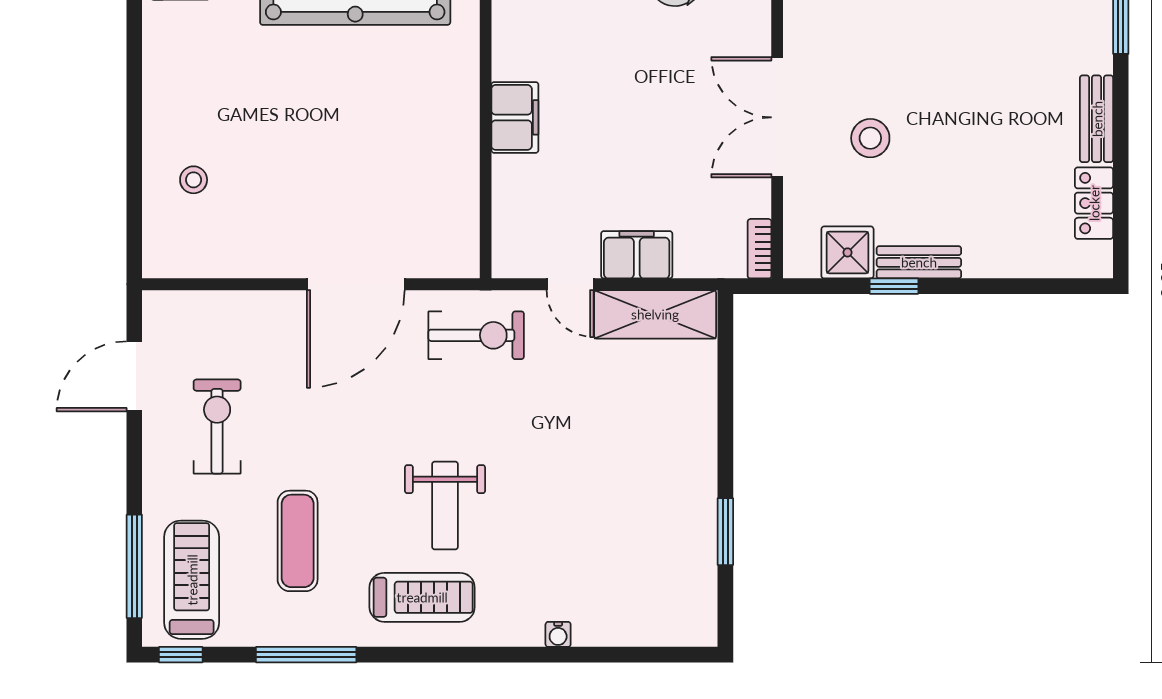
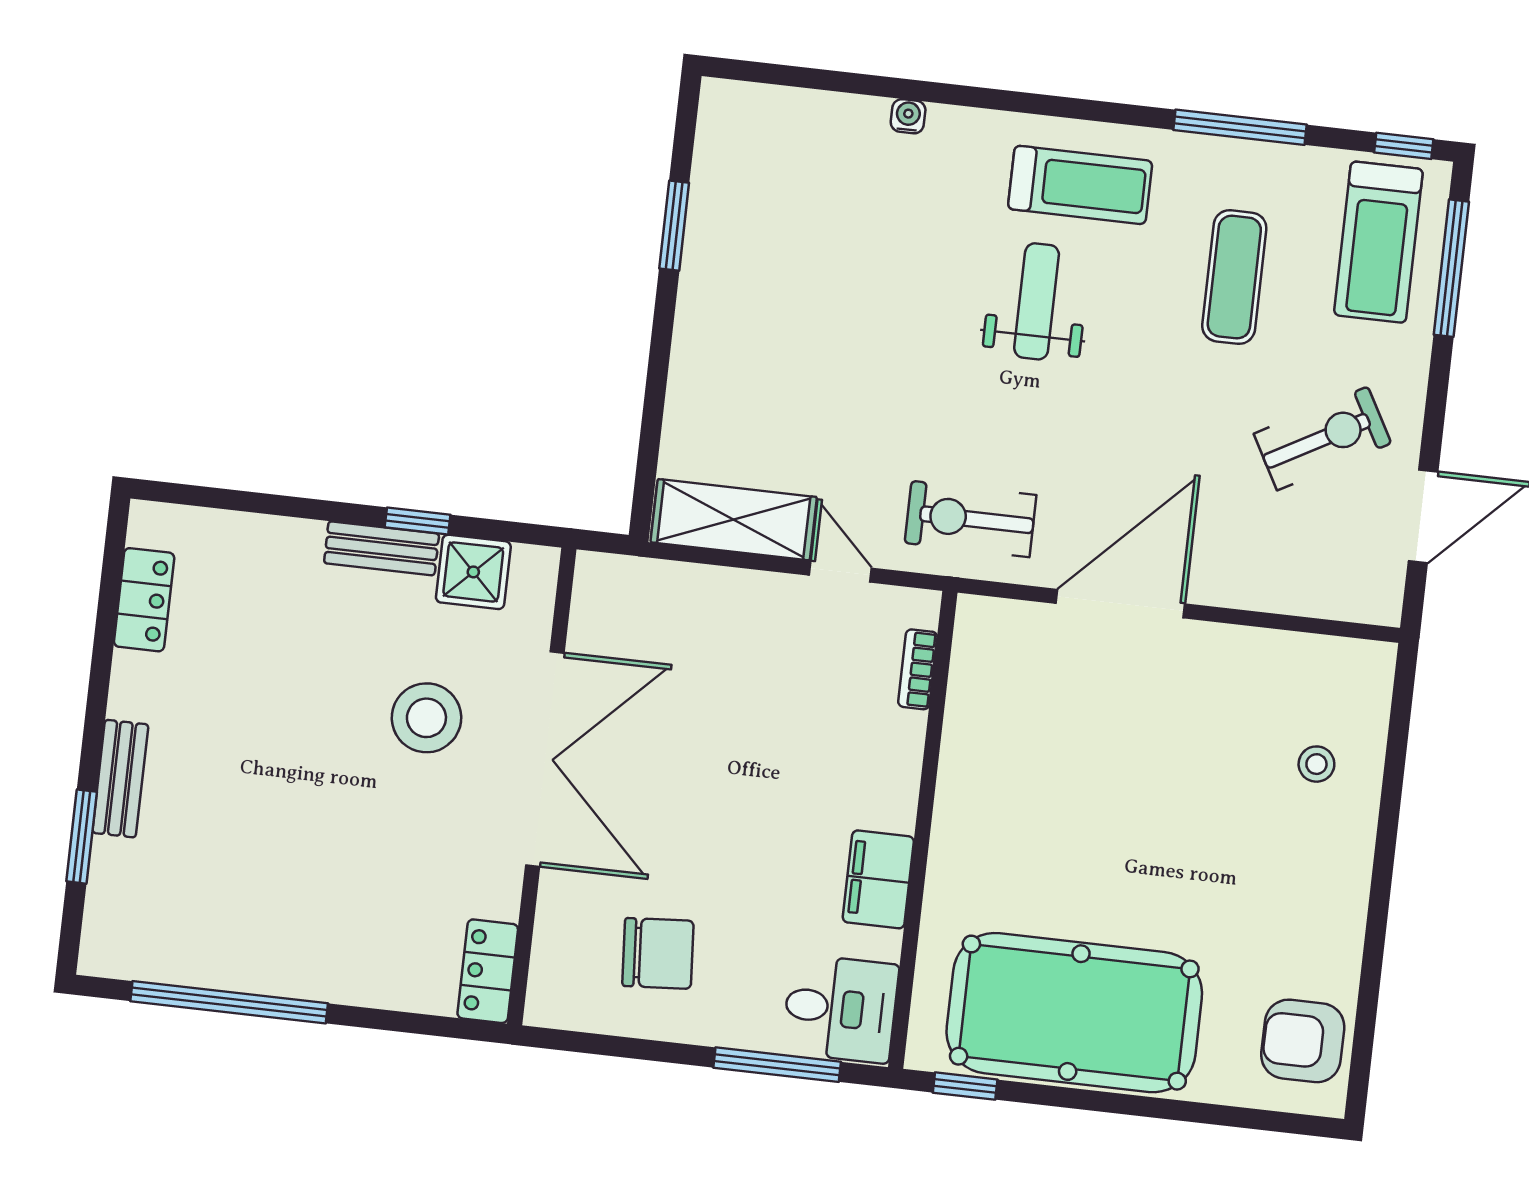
filing cabinet: (515, 117) -> (878, 879), moved
double door: (777, 117) -> (545, 759), width x1.36
bench: (1097, 119) -> (120, 779), moved
stool: (870, 138) -> (426, 718), width x1.38, depth x1.38
bookcase: (760, 249) -> (918, 669), moved, turned 180
filing cabinet: (637, 255) -> (749, 600), removed
exercise bike: (217, 427) -> (1322, 438), turned -119
treadmill: (422, 597) -> (1080, 185), turned 180

